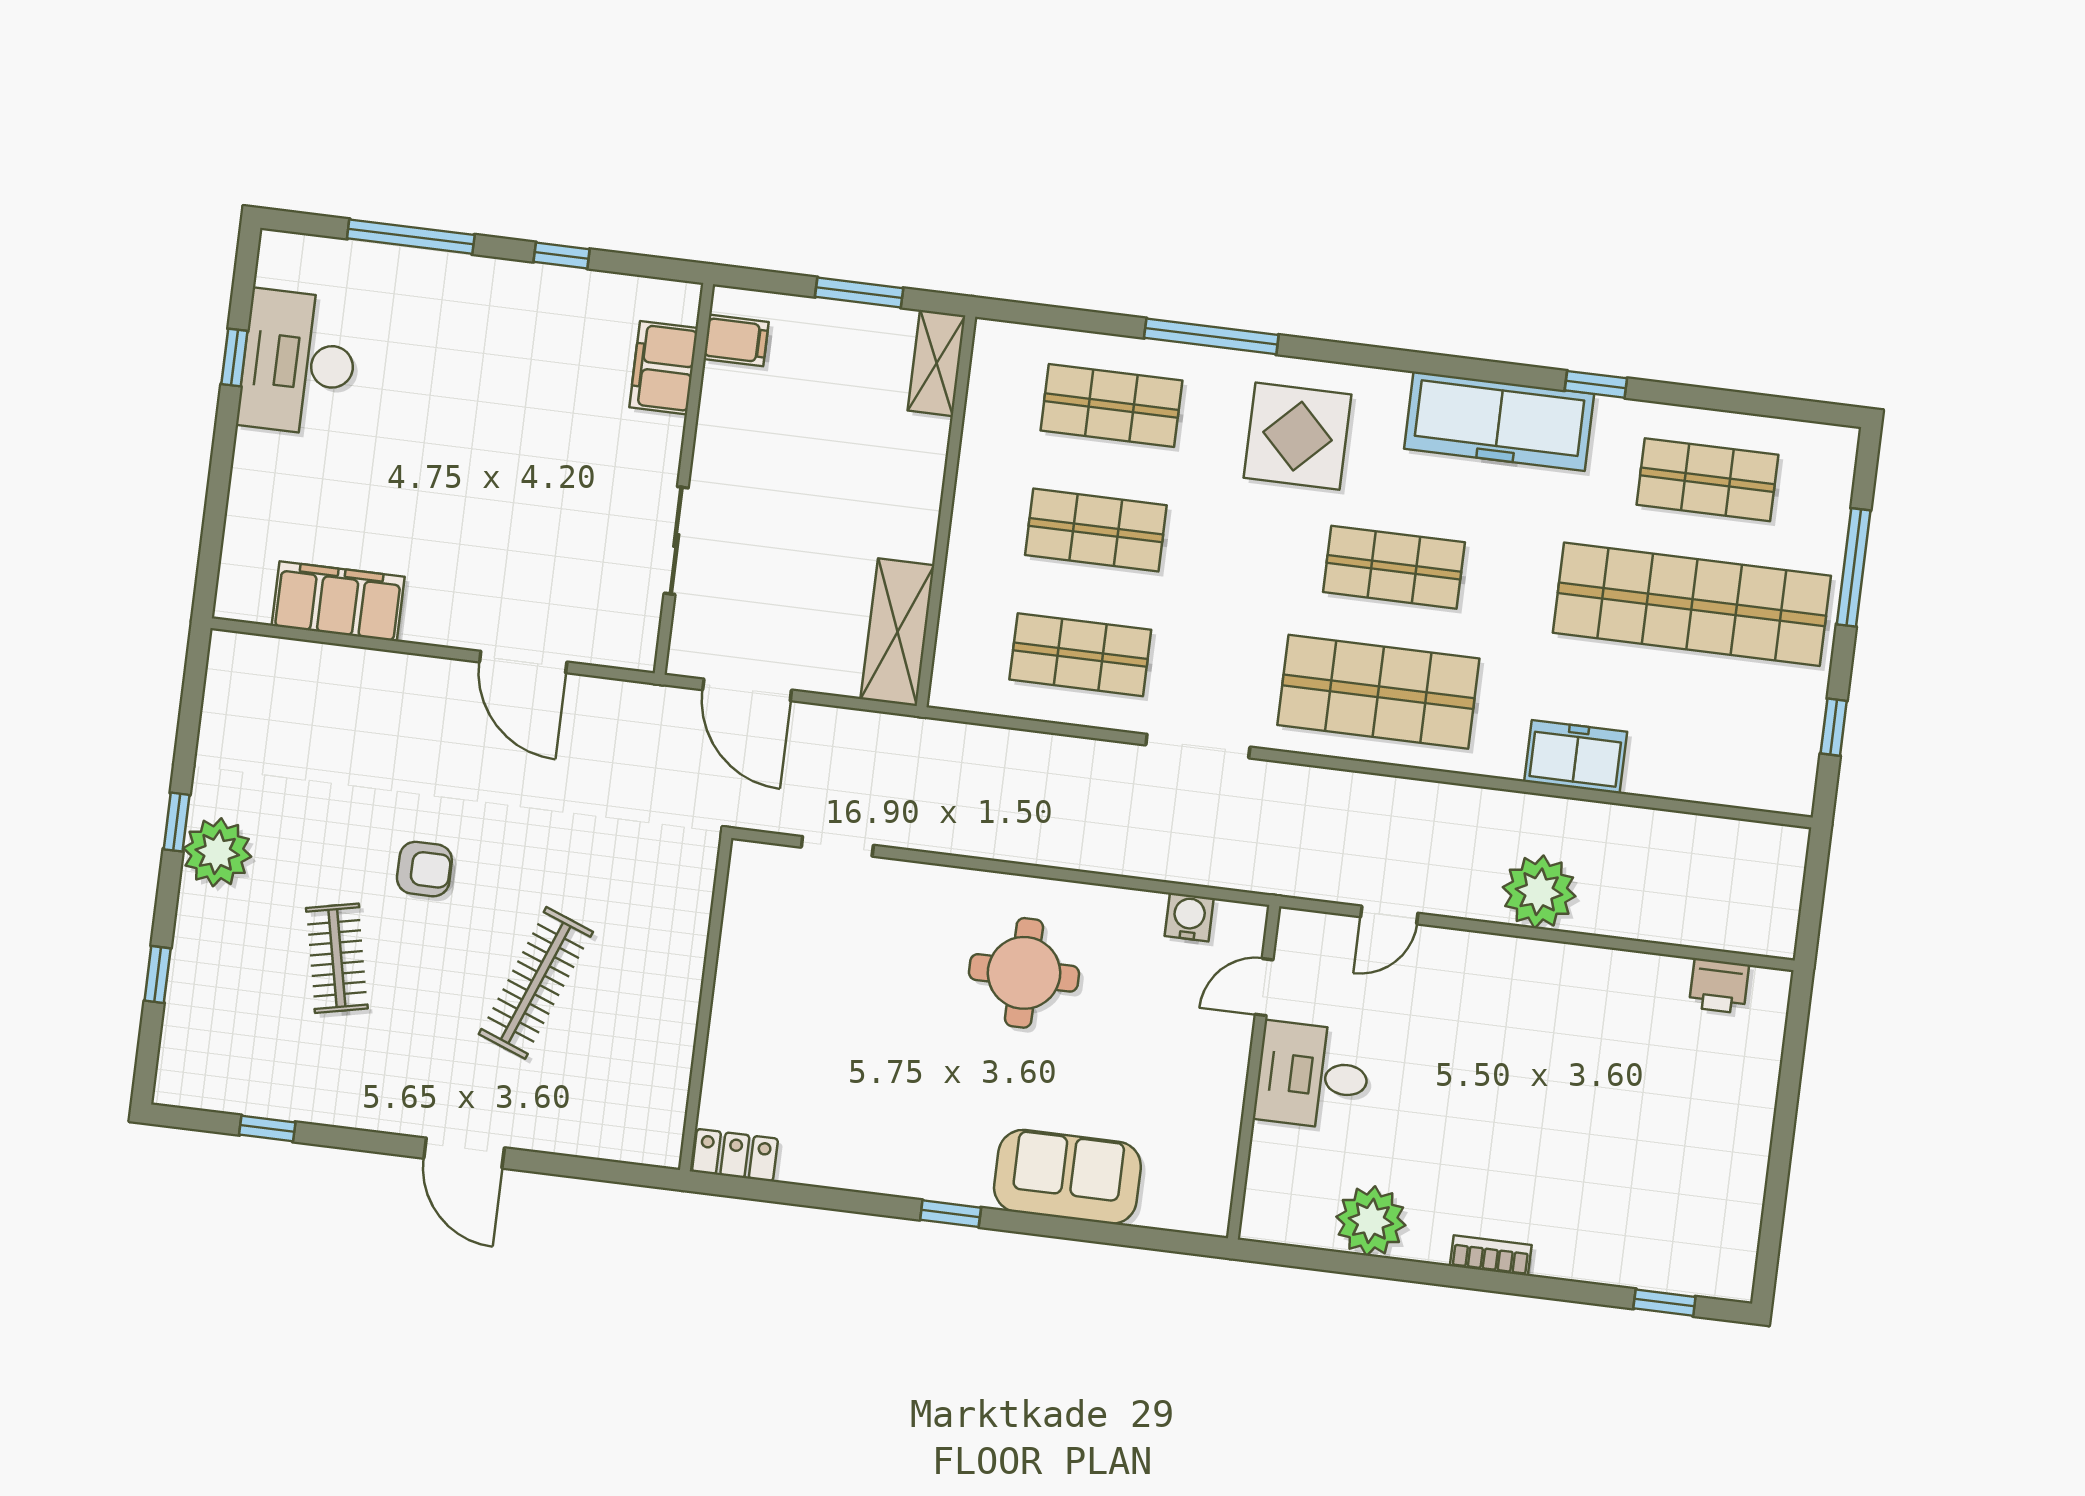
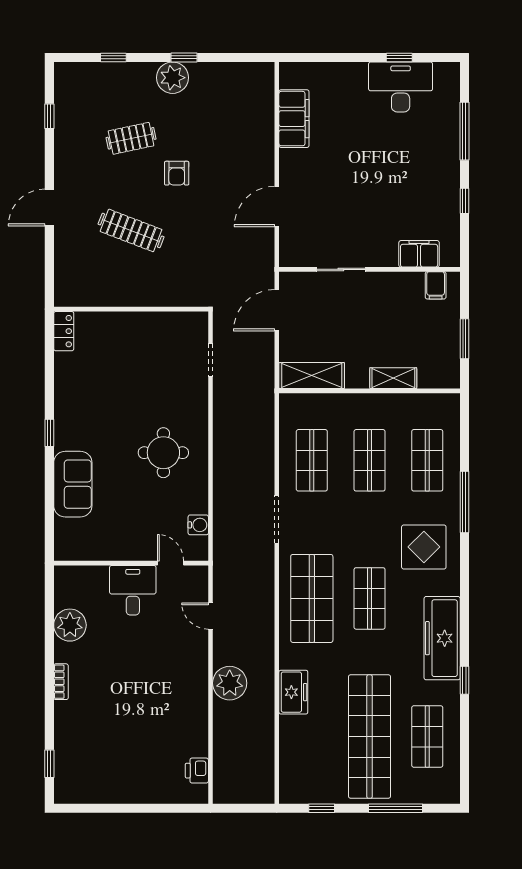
shelving: (937, 363) -> (393, 378), moved

